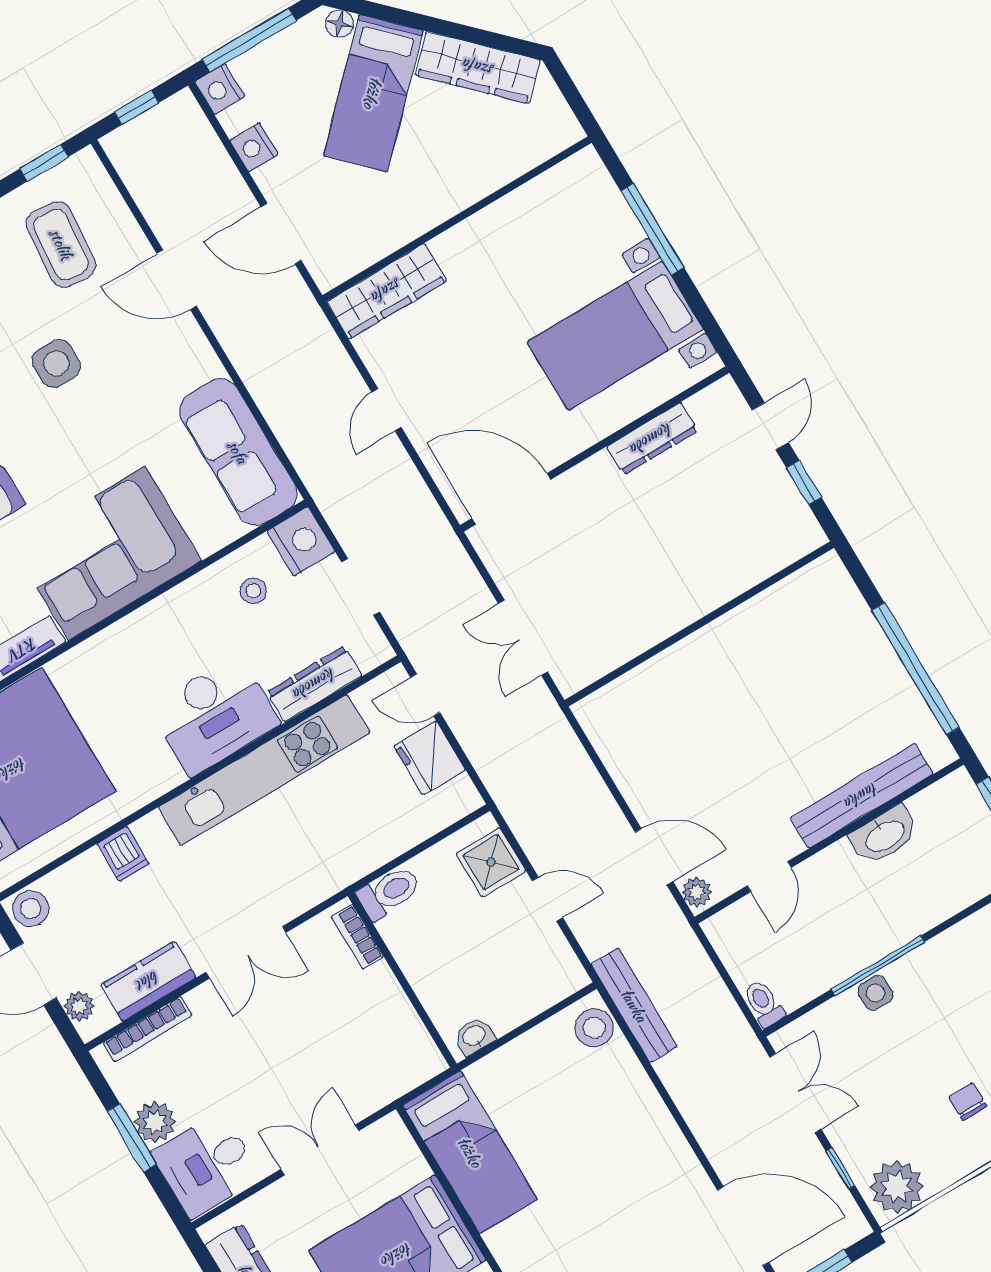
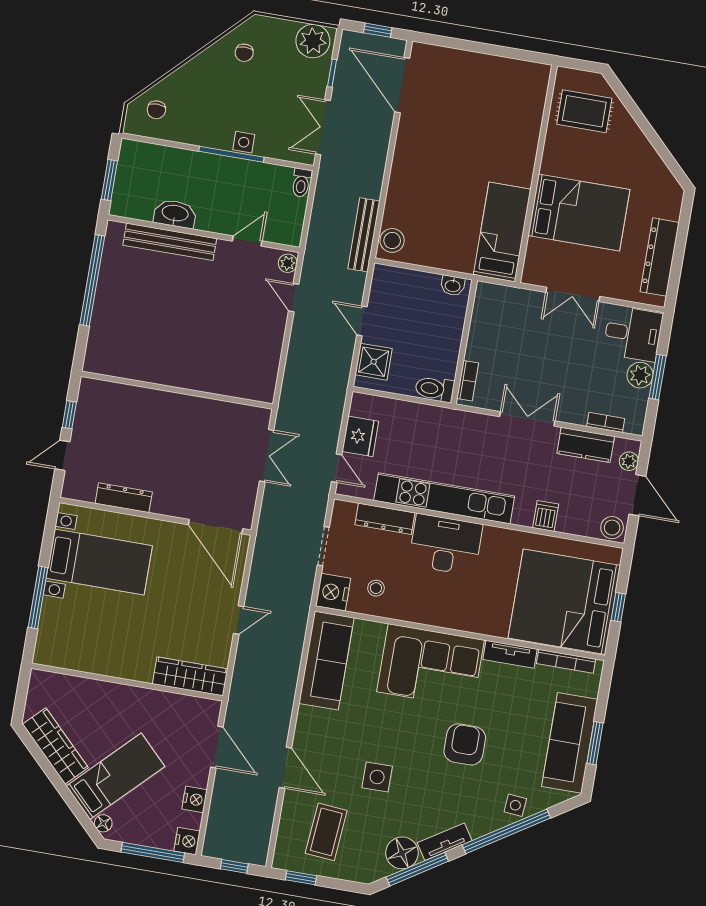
door: (654, 857) -> (294, 298), width x0.73
bookcase: (147, 1029) -> (606, 422), width x0.64

